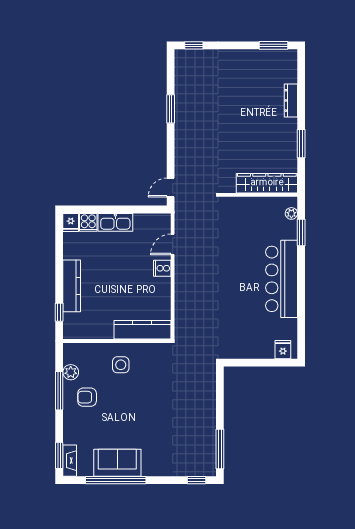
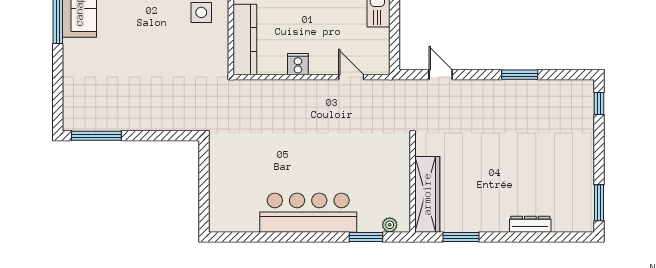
window: (301, 144) -> (461, 237), moved
door: (171, 188) -> (441, 75), moved
cooker: (162, 268) -> (298, 64), moved
fridge: (283, 350) -> (220, 214), removed
window: (196, 480) -> (58, 107), removed

